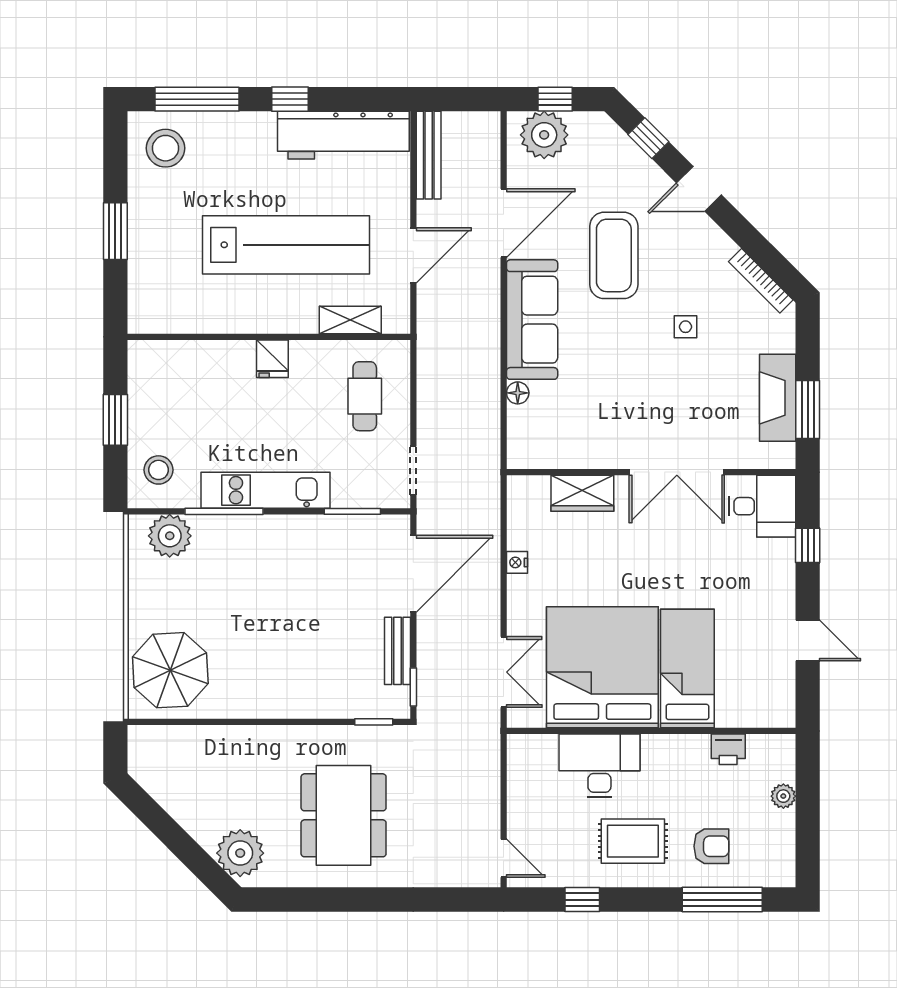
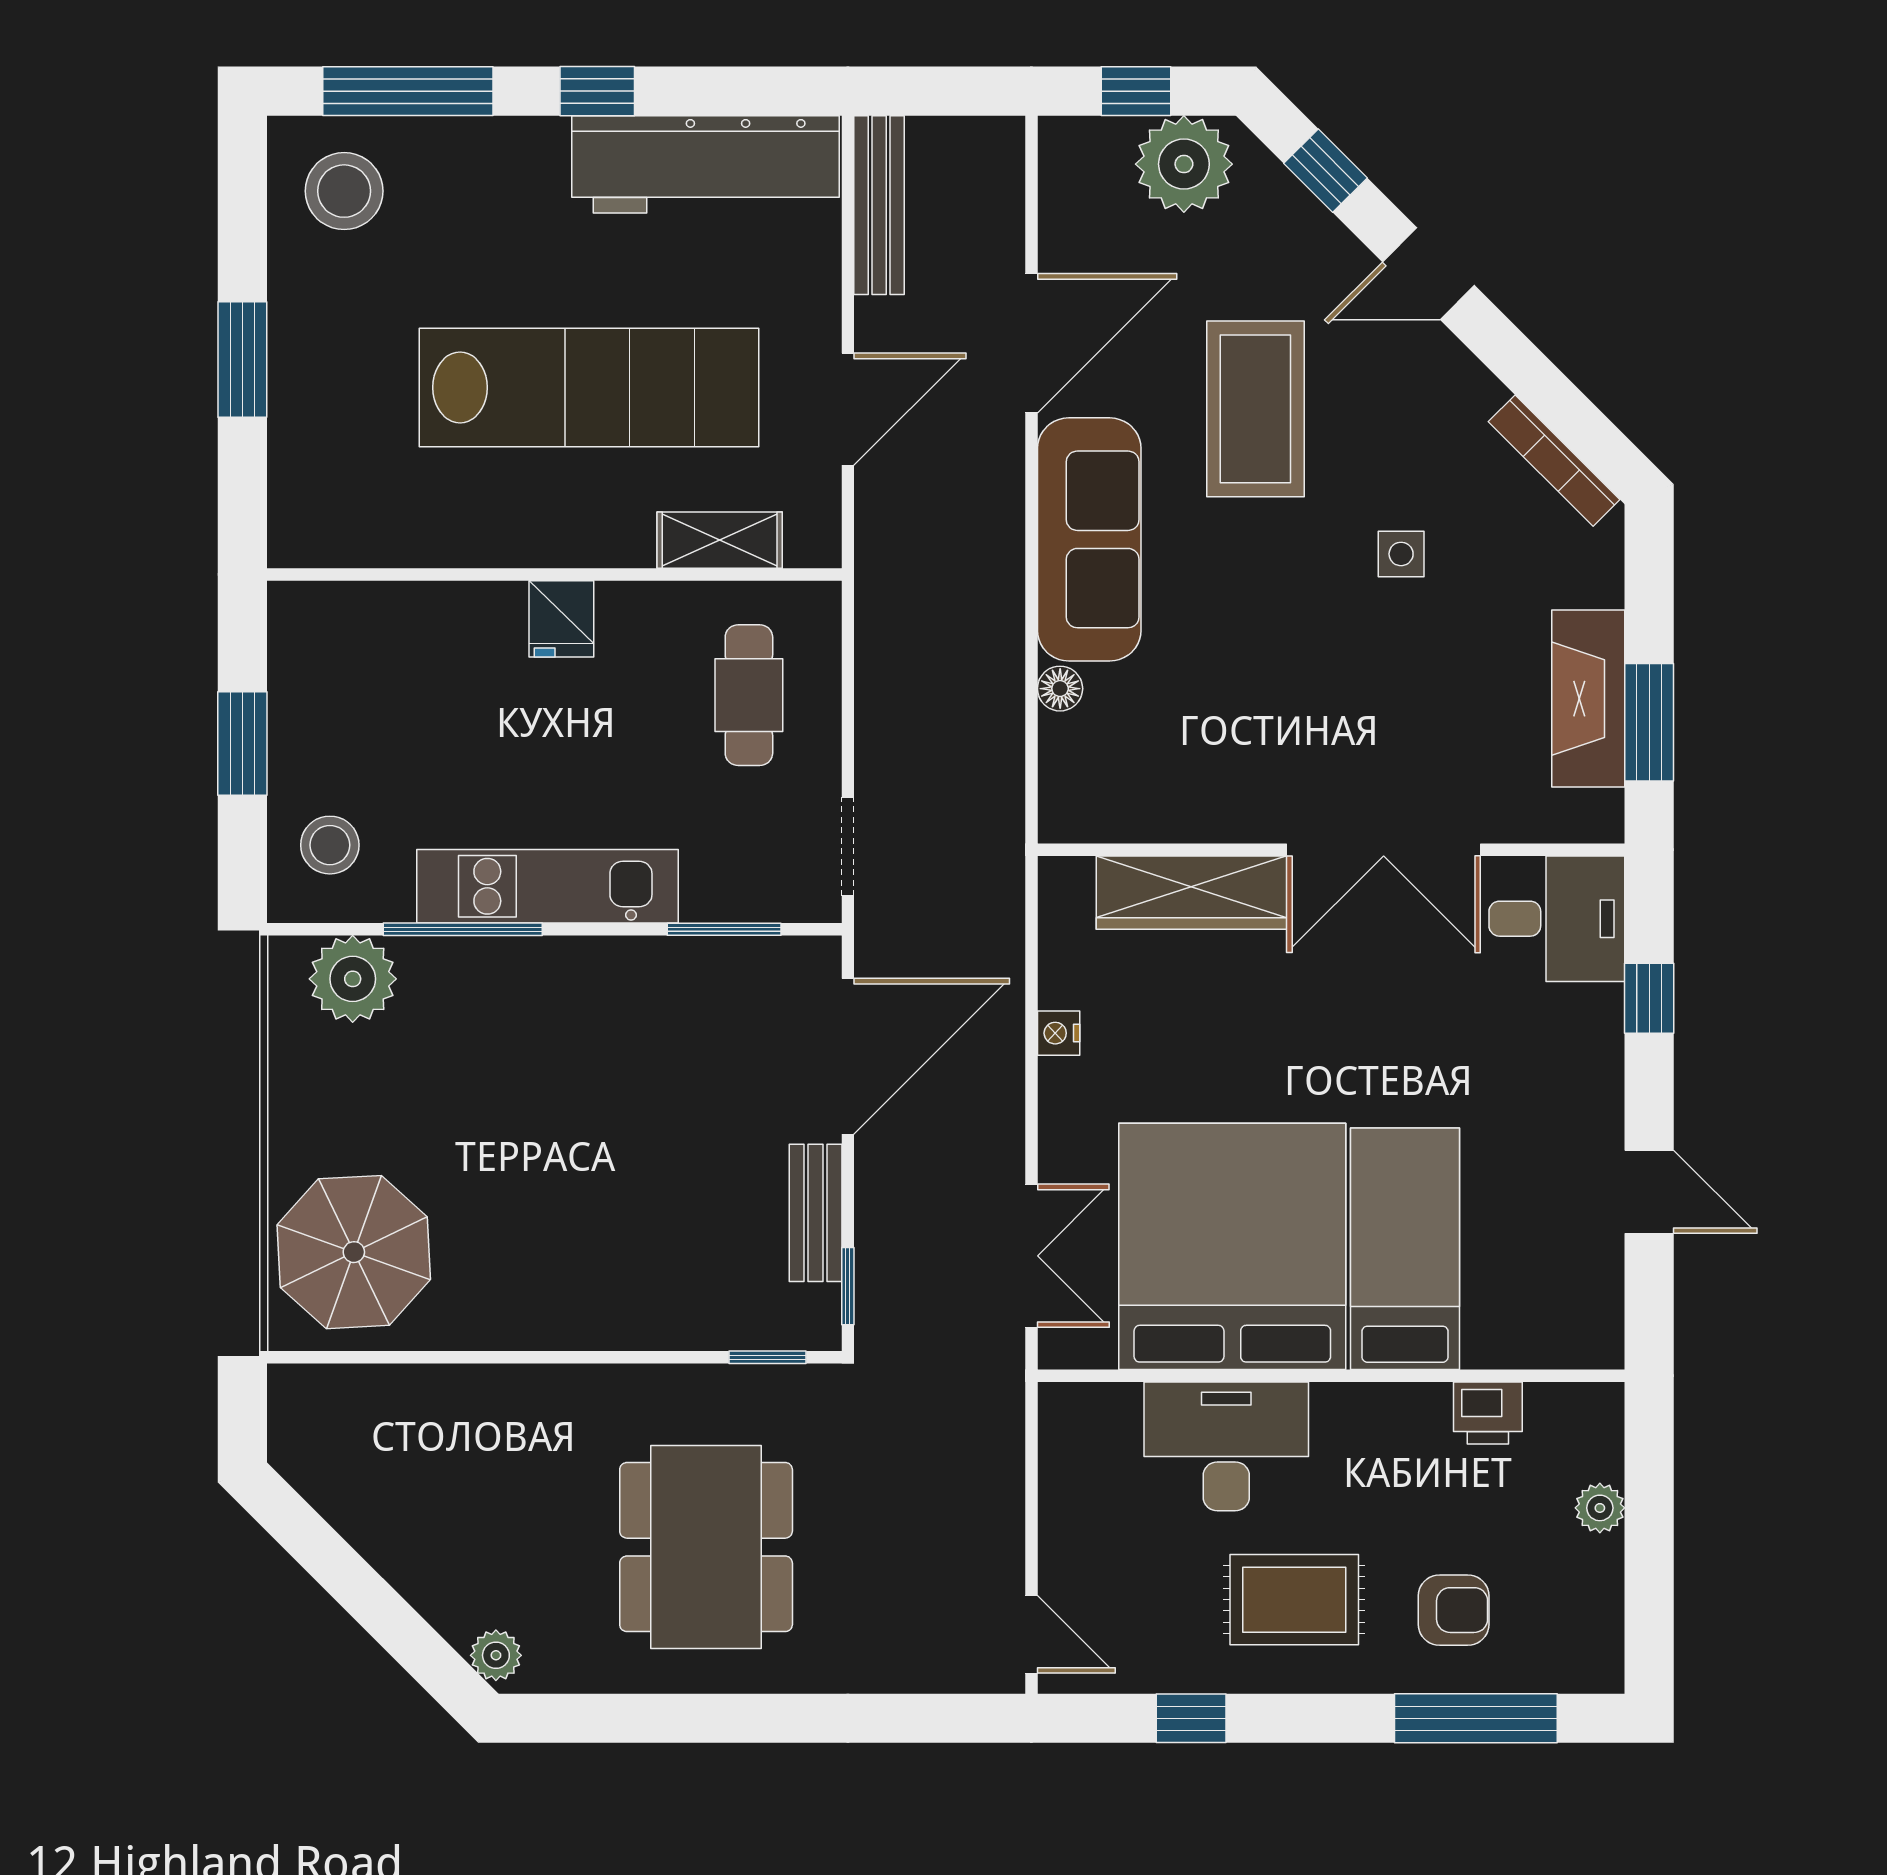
plant: (544, 135) -> (1184, 164), moved
wardrobe: (582, 493) -> (1191, 893), width x1.50
plant: (240, 853) -> (496, 1655), width x0.53, depth x0.53

